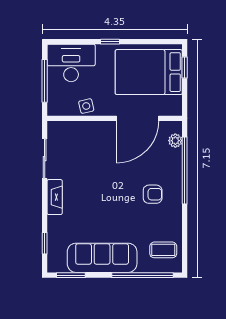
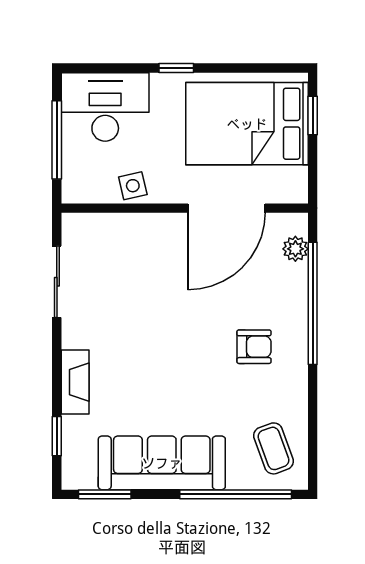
fireplace: (55, 197) -> (75, 382), moved
coffee table: (163, 250) -> (273, 448), turned 70

